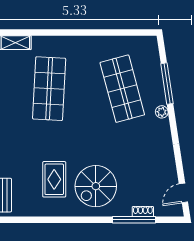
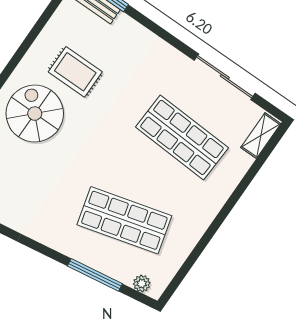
plant: (162, 112) -> (142, 283), moved

